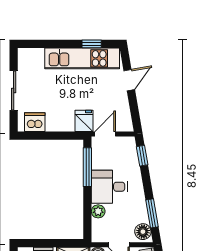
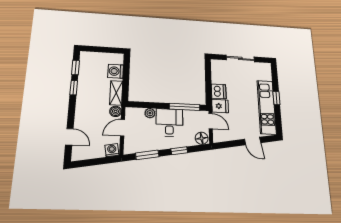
window: (92, 44) -> (276, 98), moved
dishwasher: (35, 122) -> (219, 91), moved
window: (142, 156) -> (179, 151), moved
floor lamp: (143, 232) -> (202, 138), moved

